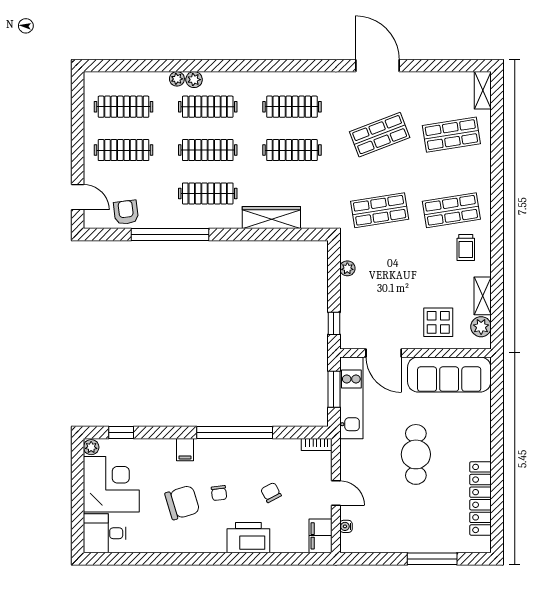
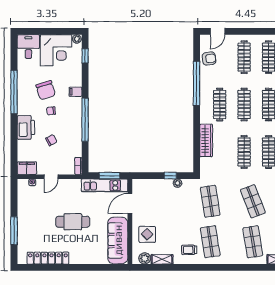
window: (334, 323) -> (170, 176), moved
window: (185, 559) -> (14, 92), added

